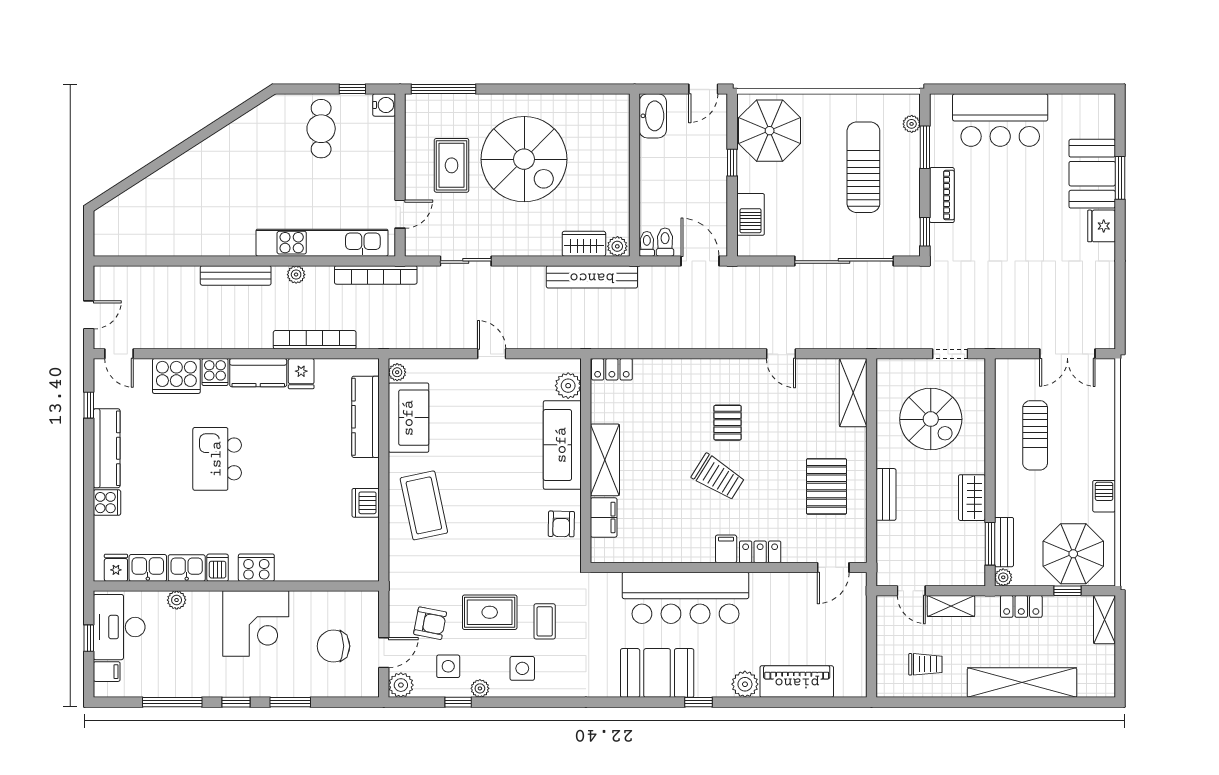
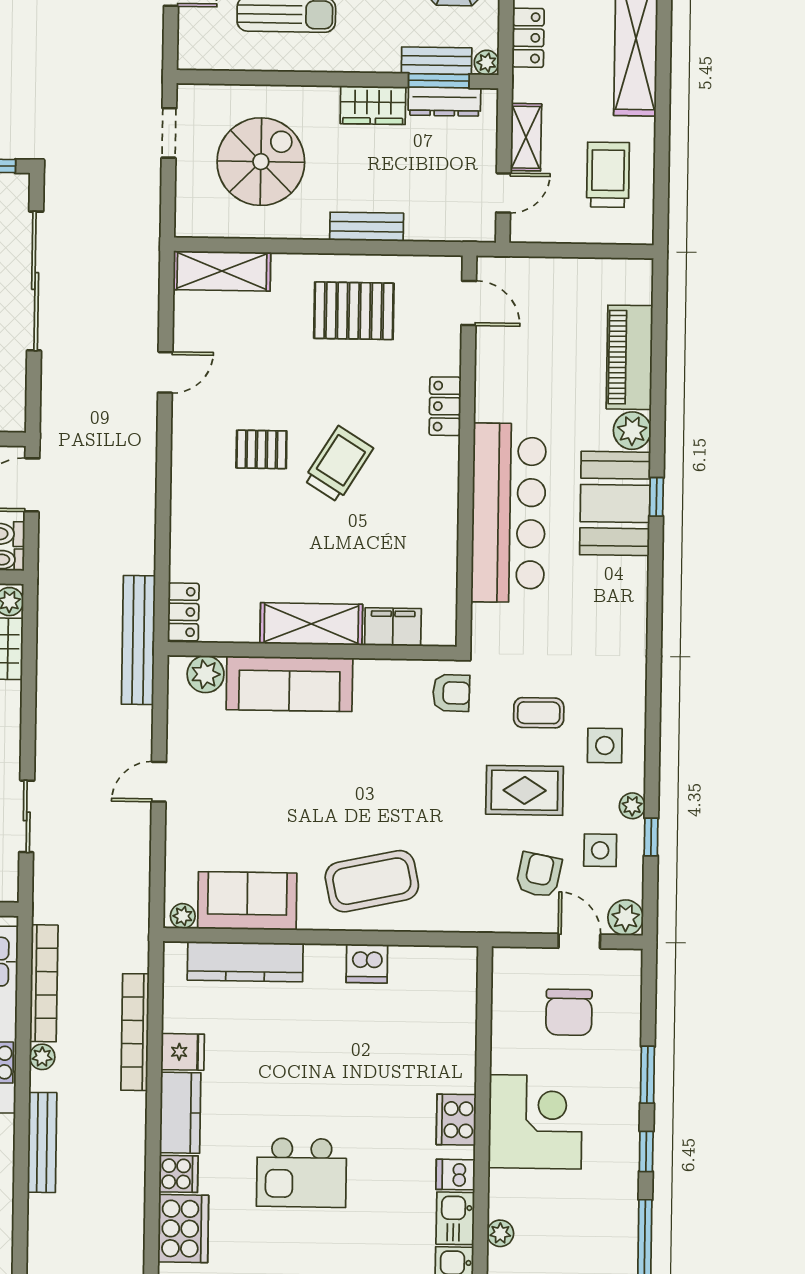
bookcase: (376, 275) -> (44, 983), moved
bench: (592, 277) -> (138, 640), moved
armchair: (561, 524) -> (451, 693), moved
dresser: (975, 548) -> (444, 102), added
filing cabinet: (726, 549) -> (440, 454), removed
rug: (490, 612) -> (525, 790), turned 90
trolley: (925, 664) -> (608, 175), width x1.36, depth x1.39
booth: (657, 673) -> (615, 503), moved

